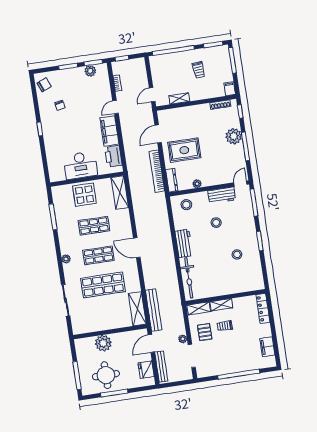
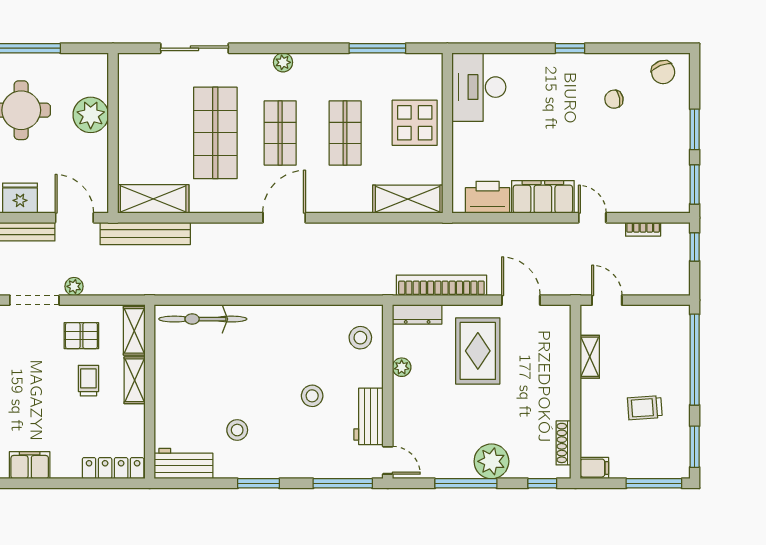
plant: (90, 71) -> (678, 175), removed
desk: (80, 165) -> (479, 87), moved
workbench: (184, 243) -> (184, 464), moved, turned 180

